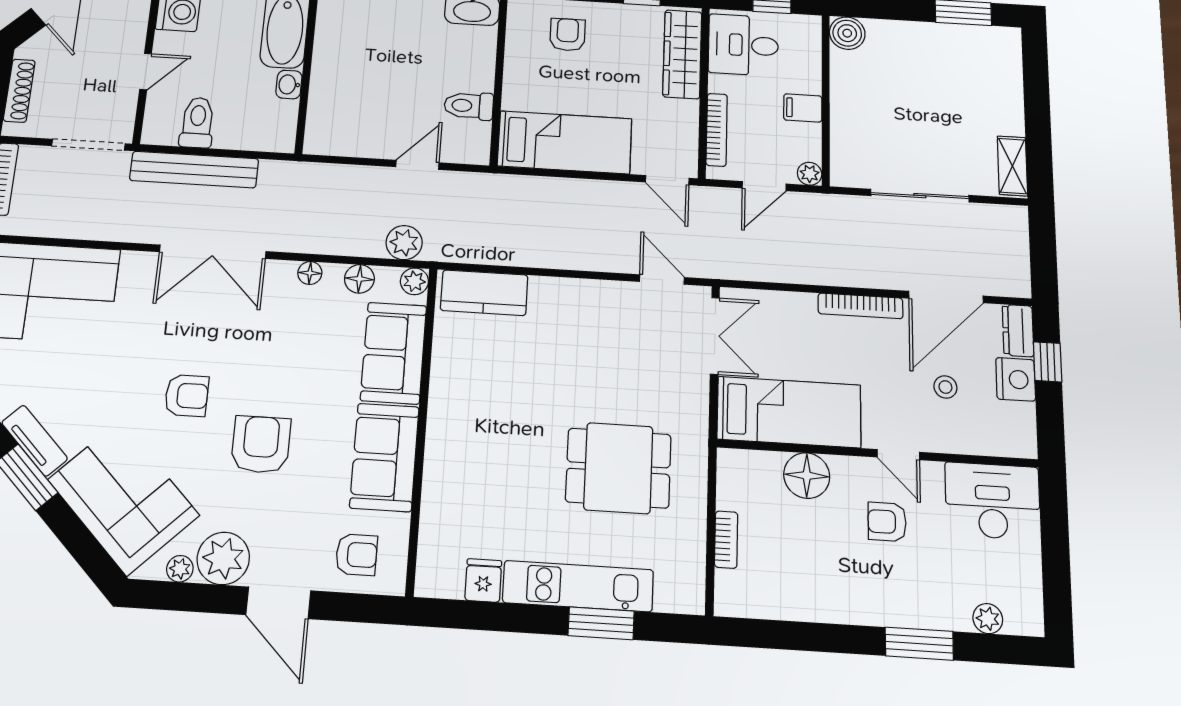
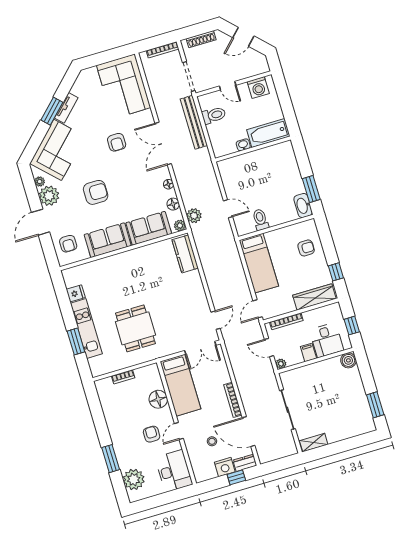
desk: (743, 45) -> (327, 340), moved, turned 180
armchair: (187, 396) -> (117, 142), moved
plant: (988, 619) -> (134, 479), width x1.87, depth x1.87

